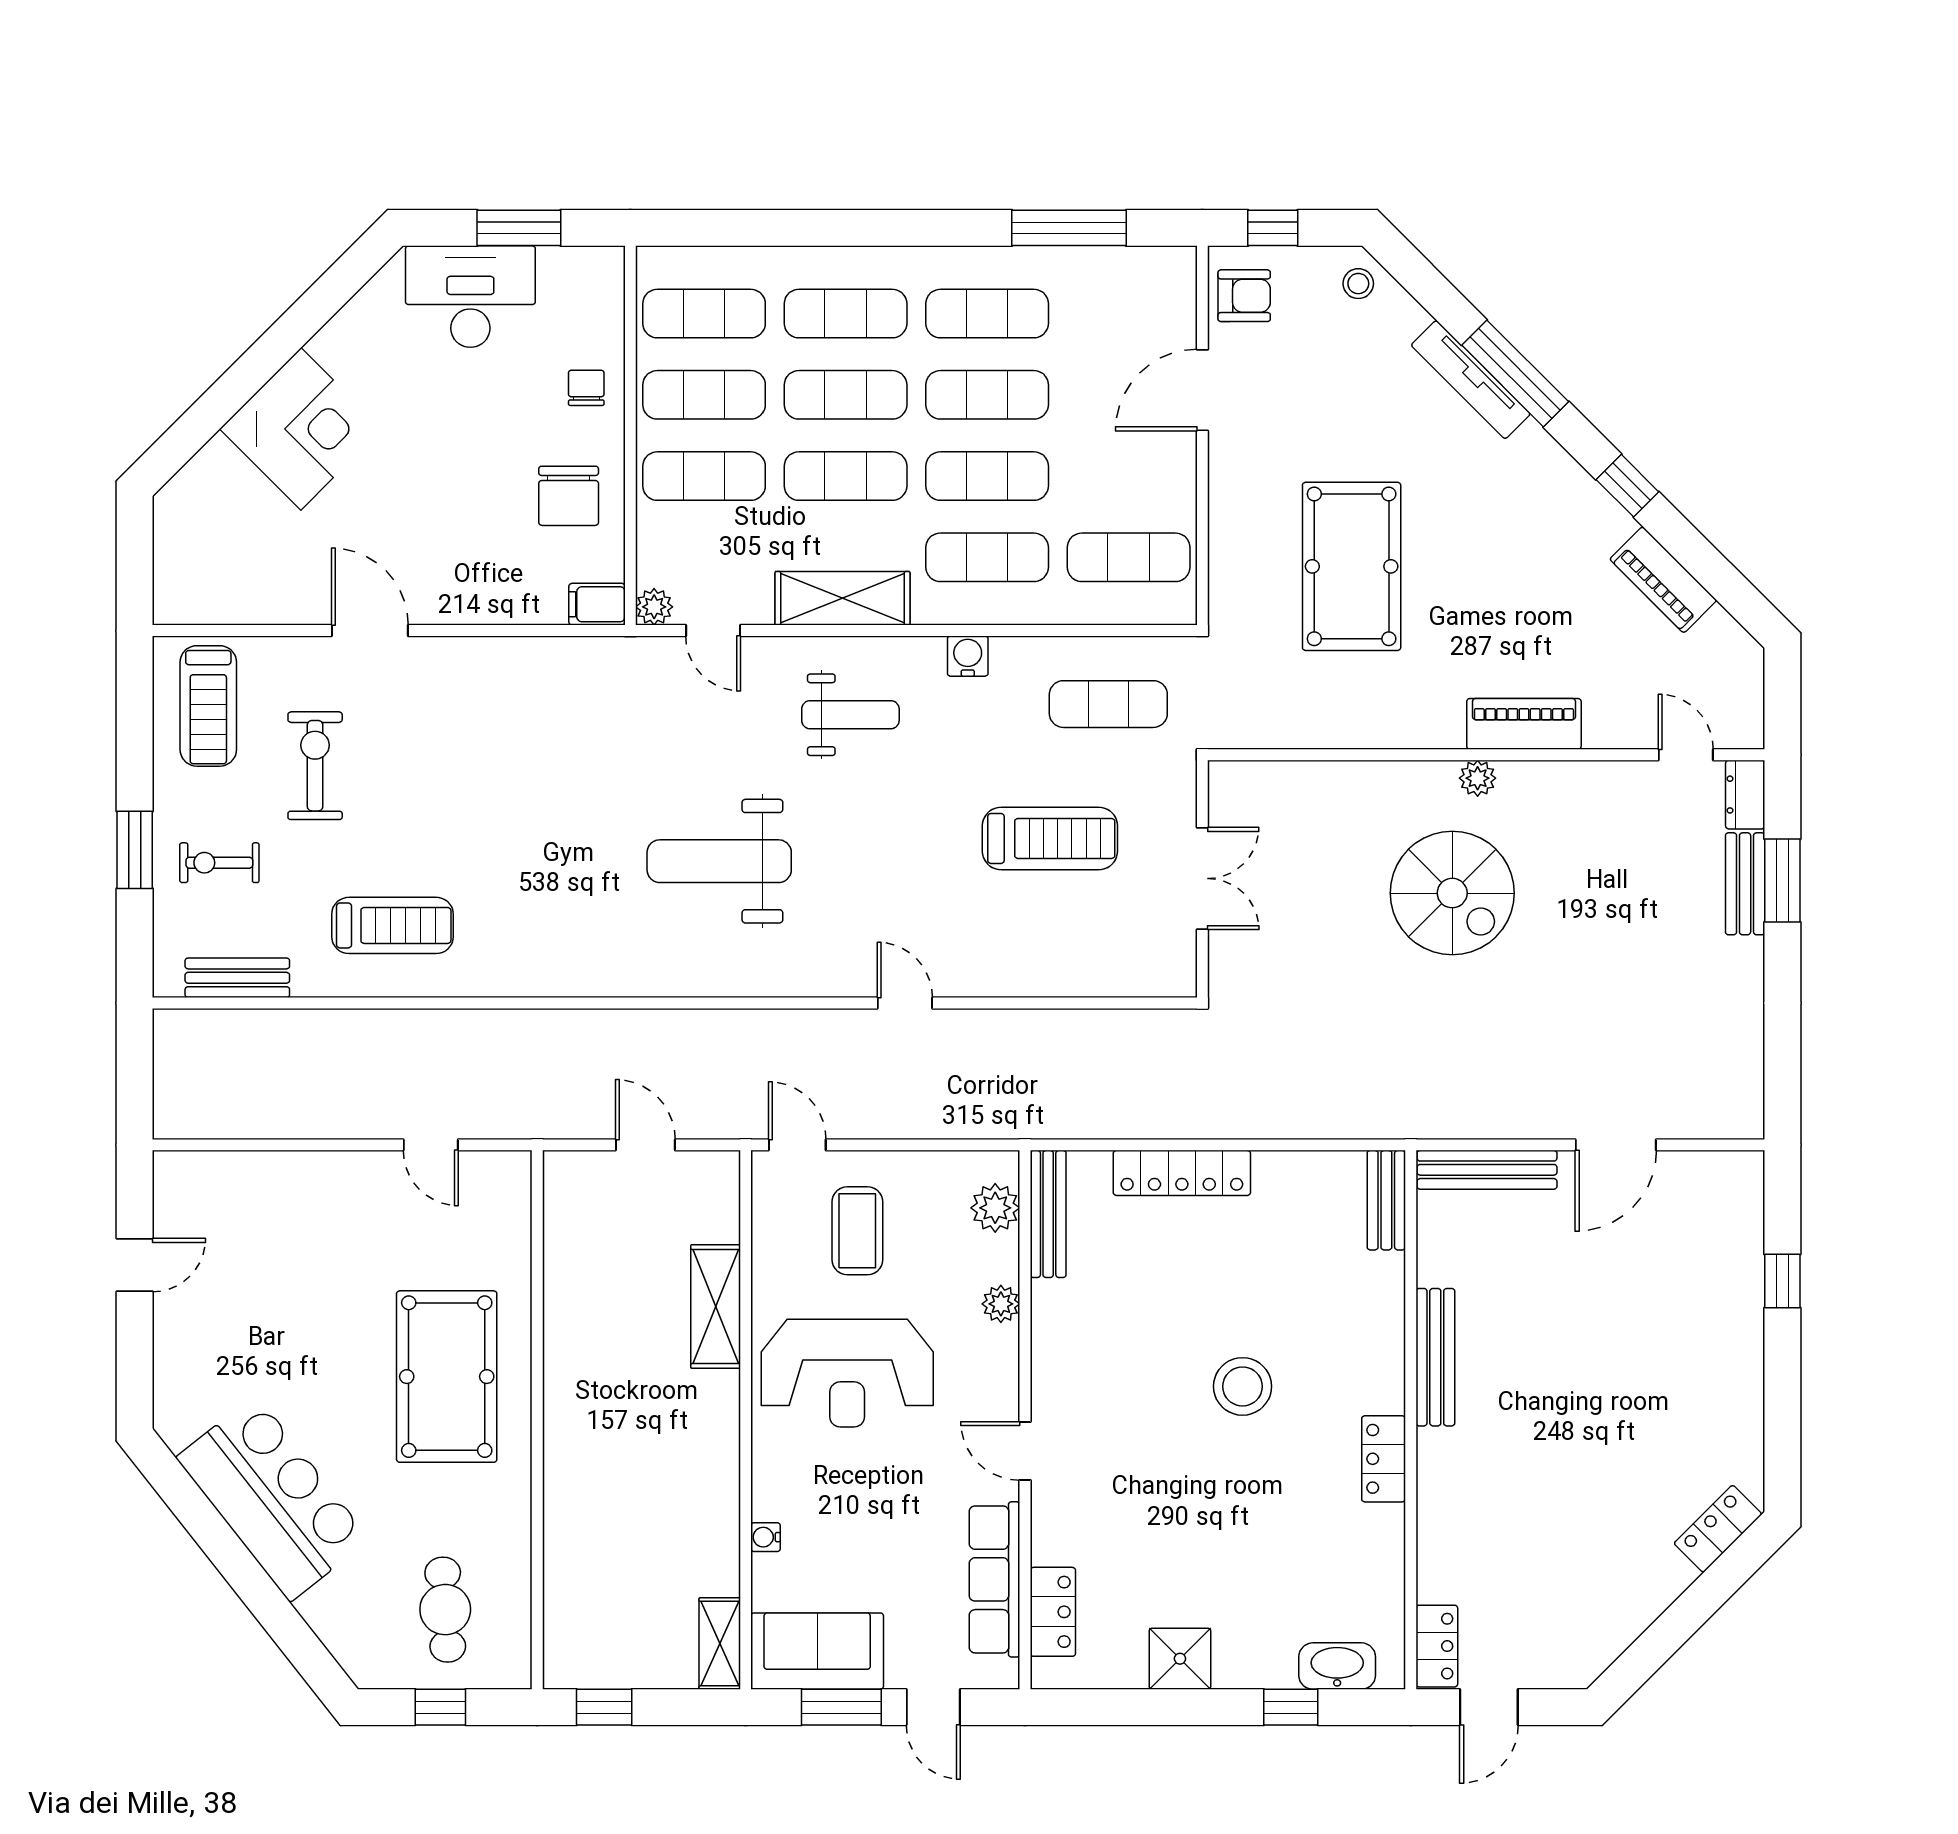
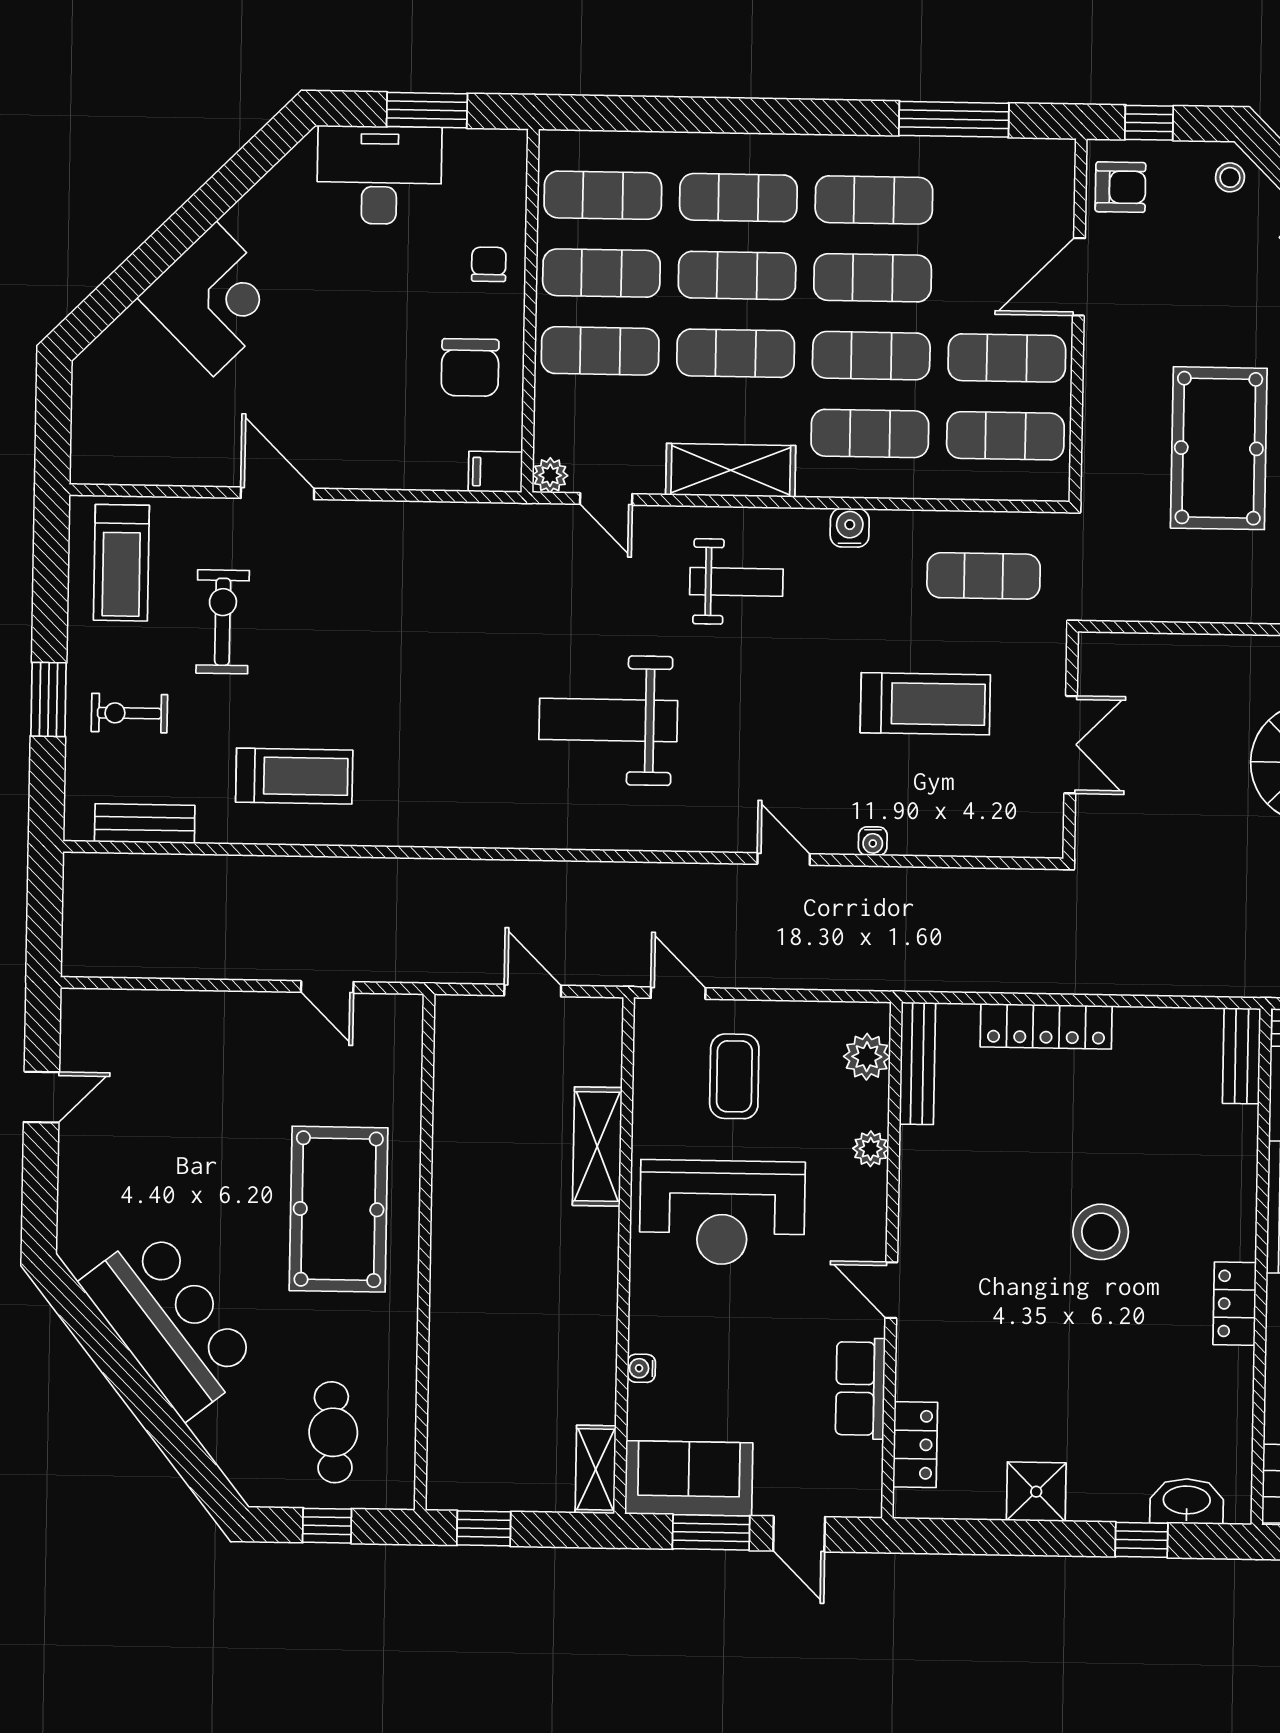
exercise mat: (1129, 476) -> (1007, 358), added
water cooler: (998, 983) -> (873, 841), added
row of seats: (994, 1579) -> (860, 1388), width x0.68

